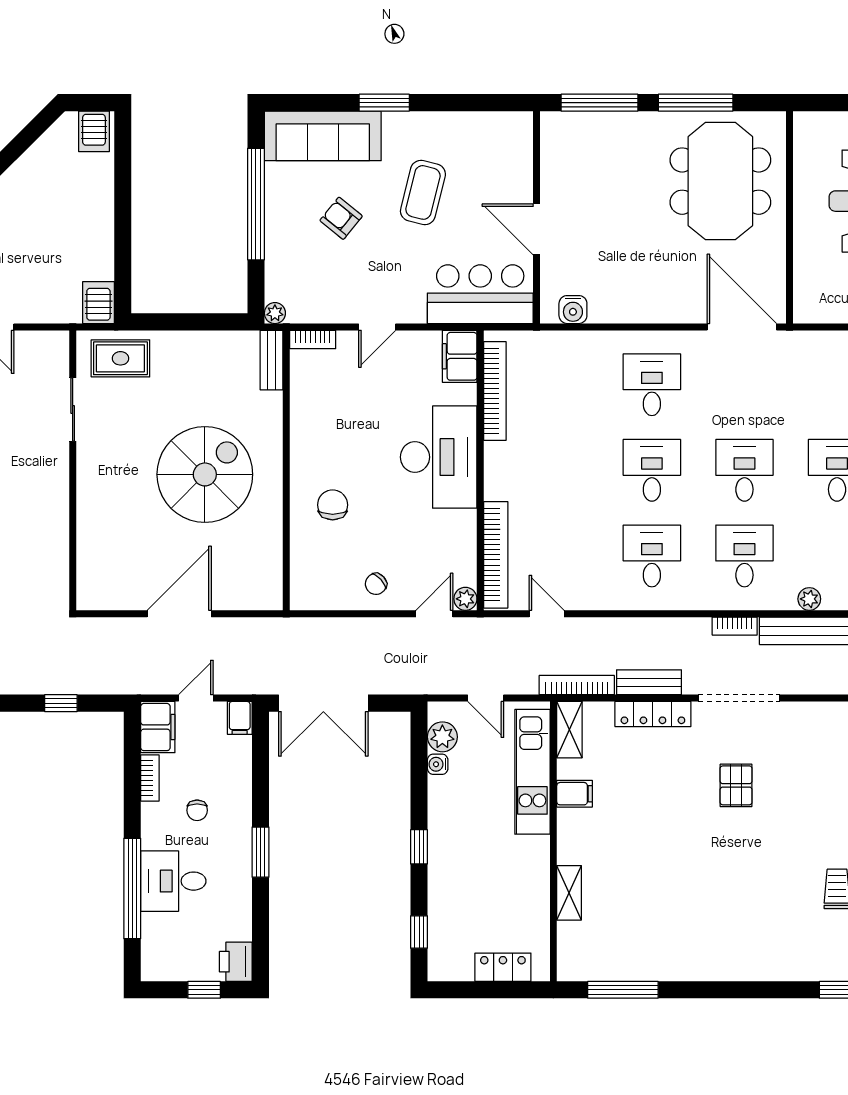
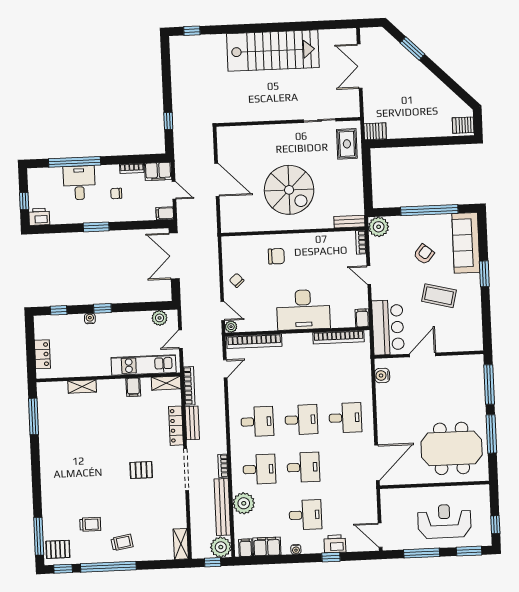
plant: (275, 313) -> (379, 227), width x1.88, depth x1.88
filing cabinet: (460, 356) -> (362, 318), width x0.50
plant: (809, 599) -> (244, 503), width x1.88, depth x1.88
water cooler: (438, 764) -> (90, 319), moved

